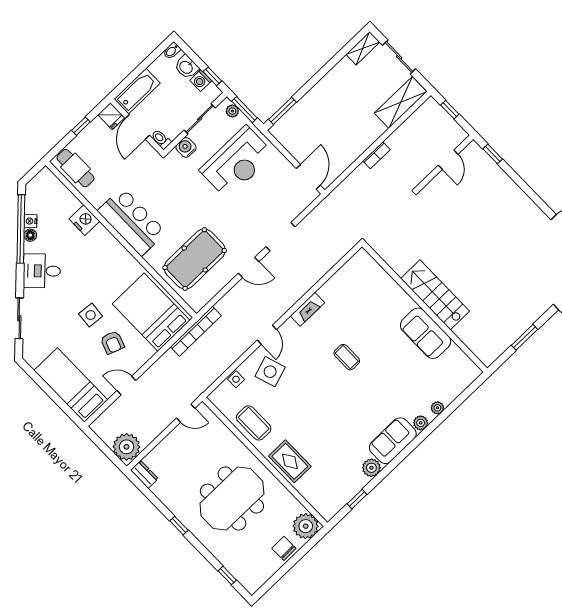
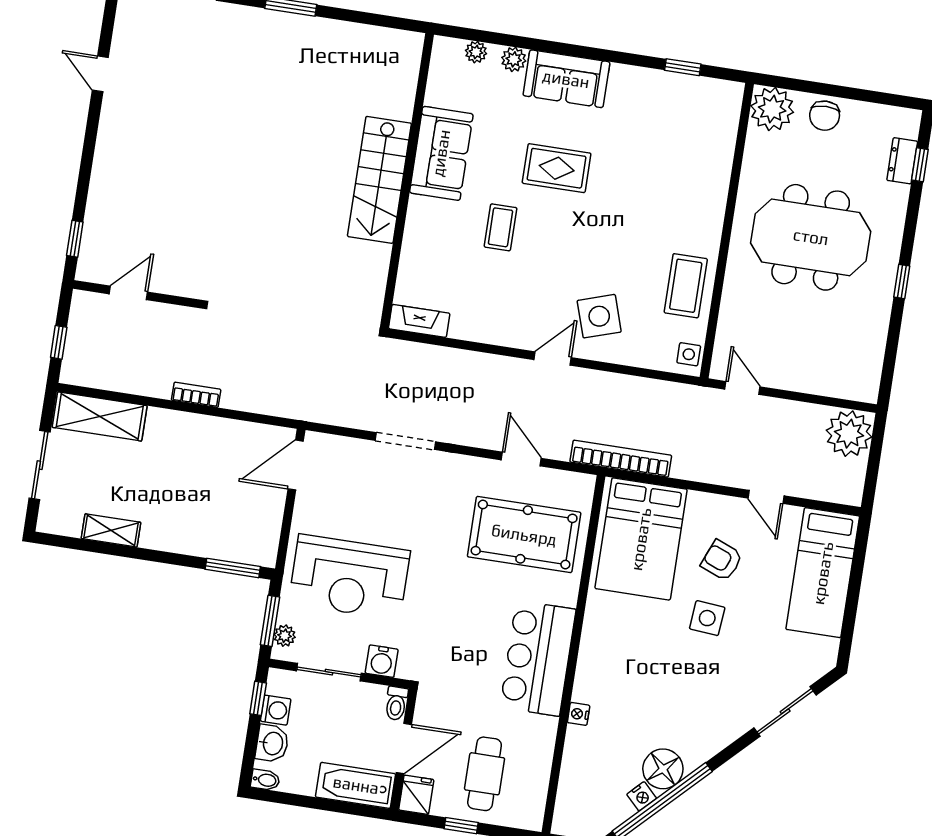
shelving: (363, 48) -> (111, 530), moved
reception desk: (237, 162) -> (349, 577), turned 180
cafe table: (75, 168) -> (485, 774), moved
nightstand: (84, 220) -> (579, 714), width x0.53, depth x0.56
floor lamp: (30, 235) -> (663, 769), width x1.89, depth x1.89
door: (249, 267) -> (521, 459), moved
desk: (42, 271) -> (698, 730), removed
stairs: (435, 295) -> (379, 180), moved
wall: (425, 307) -> (407, 181), moved
fireplace: (307, 309) -> (419, 321), moved
sofa: (426, 333) -> (441, 153), moved
armchair: (112, 342) -> (722, 560), turned -88
side table: (236, 379) -> (689, 354), moved
rug: (290, 461) -> (557, 168), moved, turned 90
plant: (371, 468) -> (625, 80), removed
dresser: (144, 474) -> (902, 161), moved

